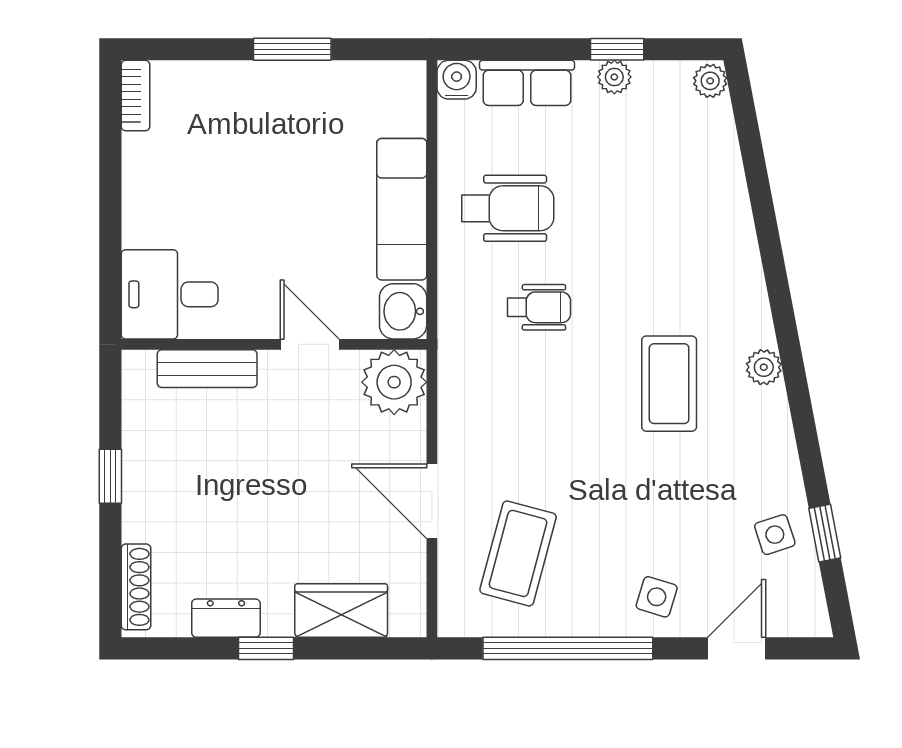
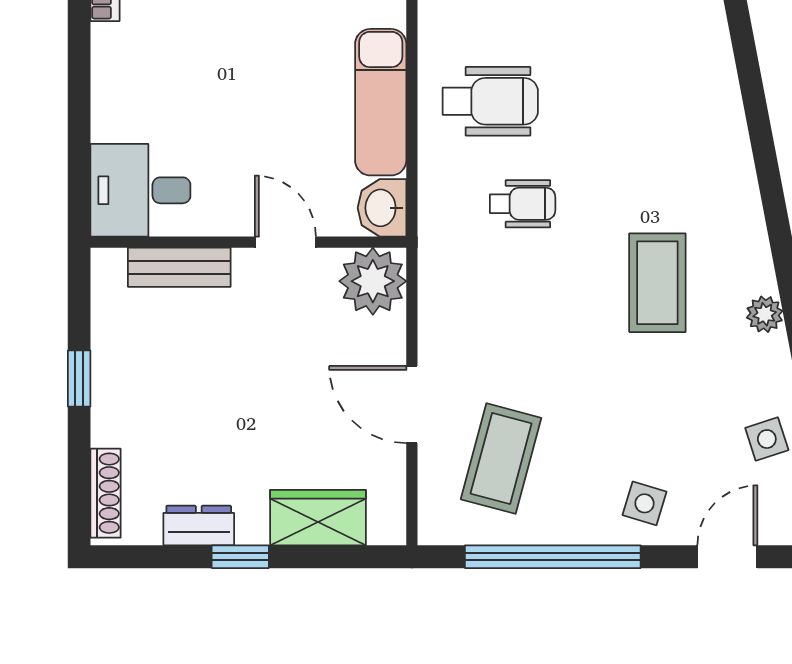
plant: (764, 367) -> (765, 314), moved

